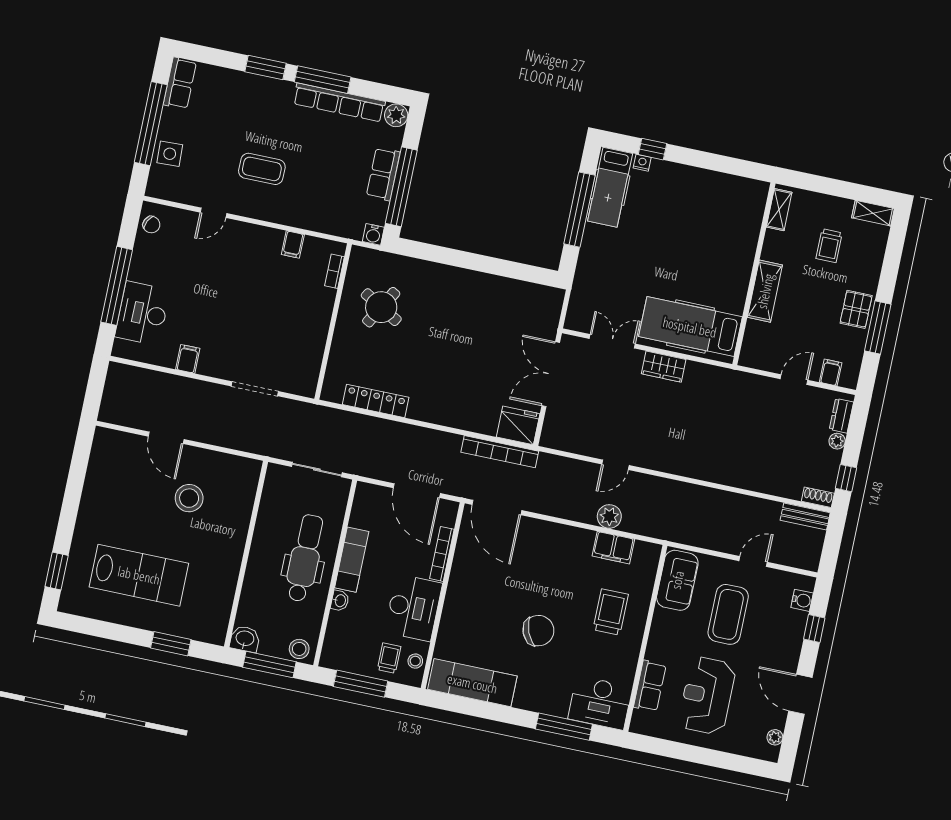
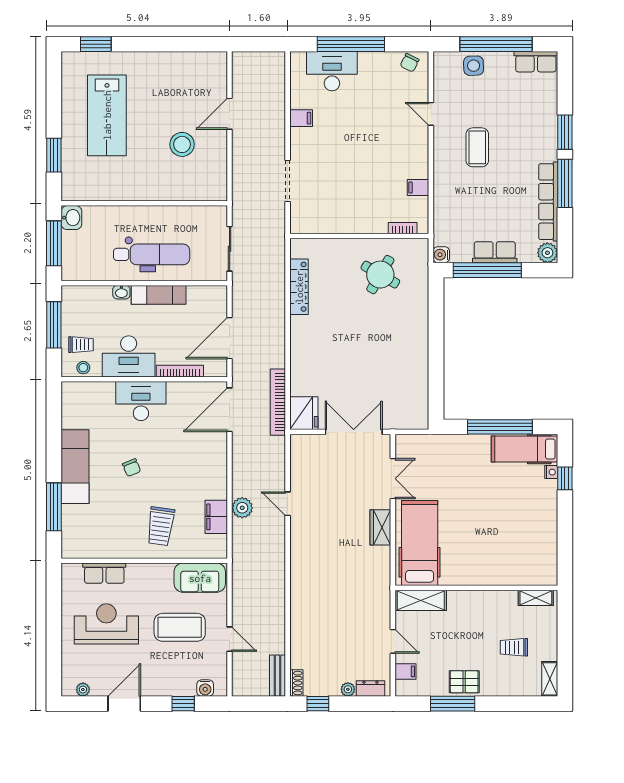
shelving: (765, 291) -> (421, 600), moved
trolley: (611, 612) -> (161, 526), turned 98
chair: (538, 631) -> (132, 468), width x0.54, depth x0.54
stool: (299, 649) -> (73, 266), removed
exam couch: (472, 683) -> (75, 467), moved
desk: (600, 703) -> (141, 401), moved, turned 90

